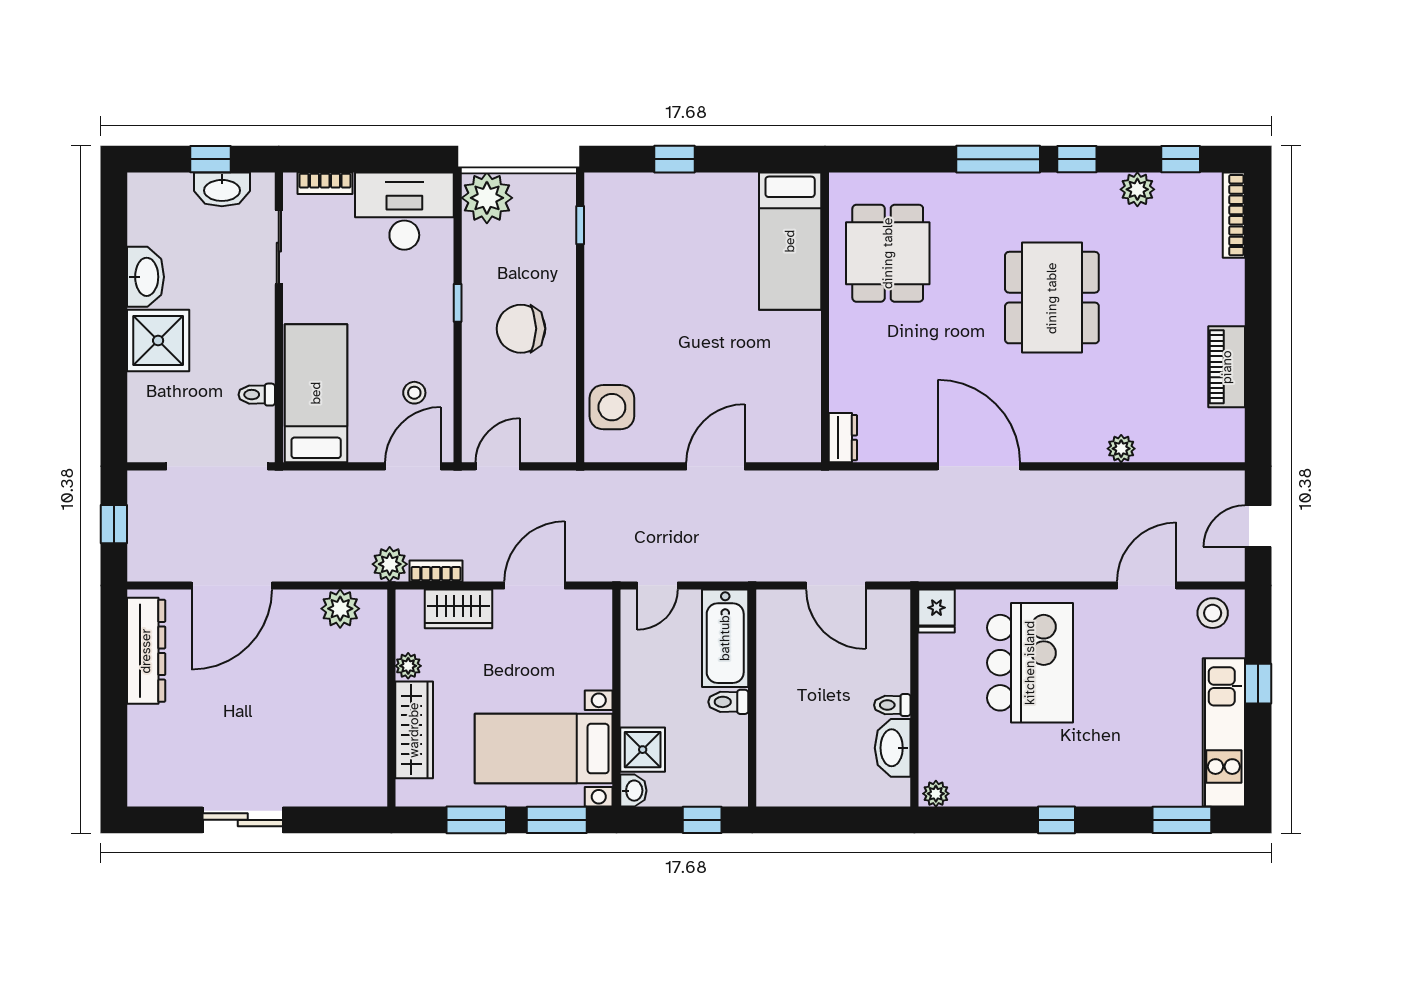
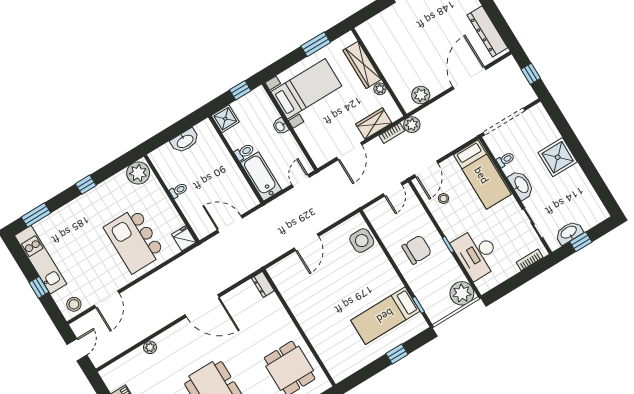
desk: (404, 211) -> (477, 253), moved, turned 90
bed: (790, 241) -> (385, 316), moved, turned -90
washbasin: (146, 277) -> (521, 185), moved, turned 180
washbasin: (893, 748) -> (185, 141), moved, turned 90
shower: (643, 750) -> (225, 119), moved
washbasin: (633, 791) -> (280, 126), moved
plant: (936, 794) -> (138, 173), width x1.88, depth x1.88
window: (557, 820) -> (284, 64), removed
window: (702, 820) -> (240, 90), moved

